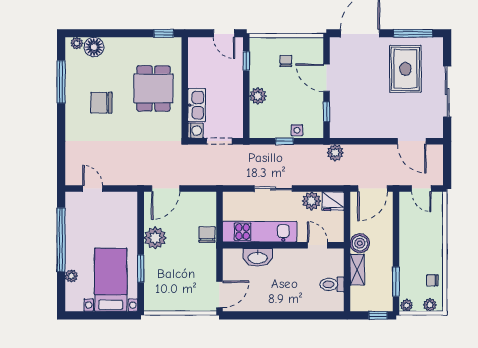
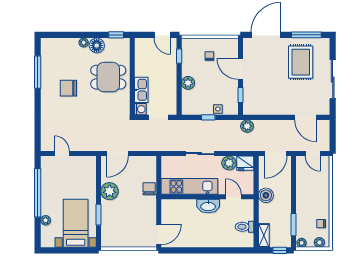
plant: (77, 43) -> (84, 43), moved
floor lamp: (94, 47) -> (97, 45), moved
dining table: (153, 88) -> (108, 77), turned 90
washbasin: (258, 257) -> (208, 206), moved
shelving: (357, 270) -> (264, 235), moved

